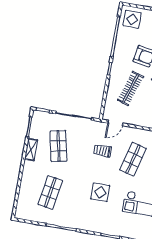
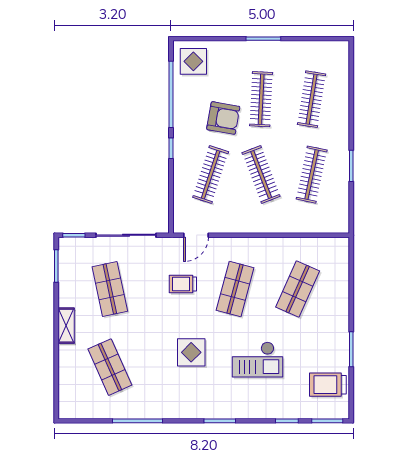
shelving: (31, 150) -> (66, 326), moved
shop shelf: (50, 192) -> (110, 367), turned -33

